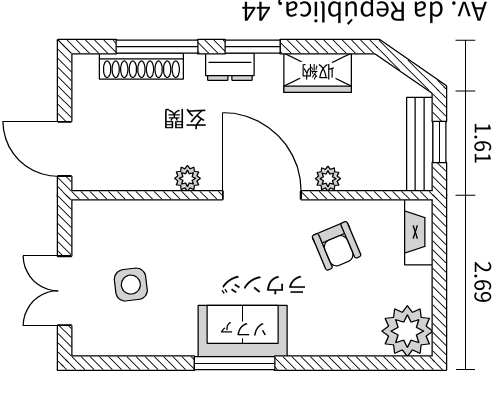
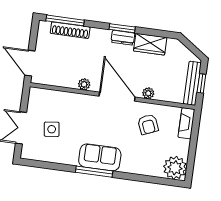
window: (157, 47) -> (65, 20), moved
dresser: (230, 67) -> (123, 38), moved

